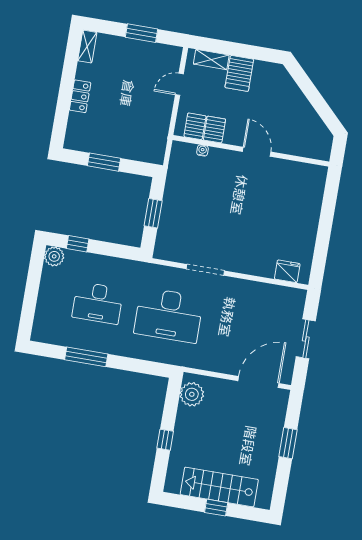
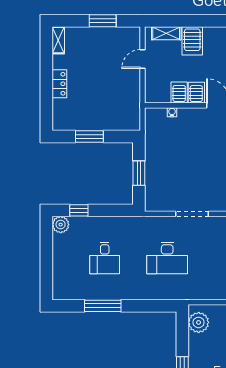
server rack: (195, 126) -> (196, 93), moved
desk: (98, 303) -> (105, 258), width x0.73
desk: (169, 315) -> (167, 258), width x0.73, depth x0.77

